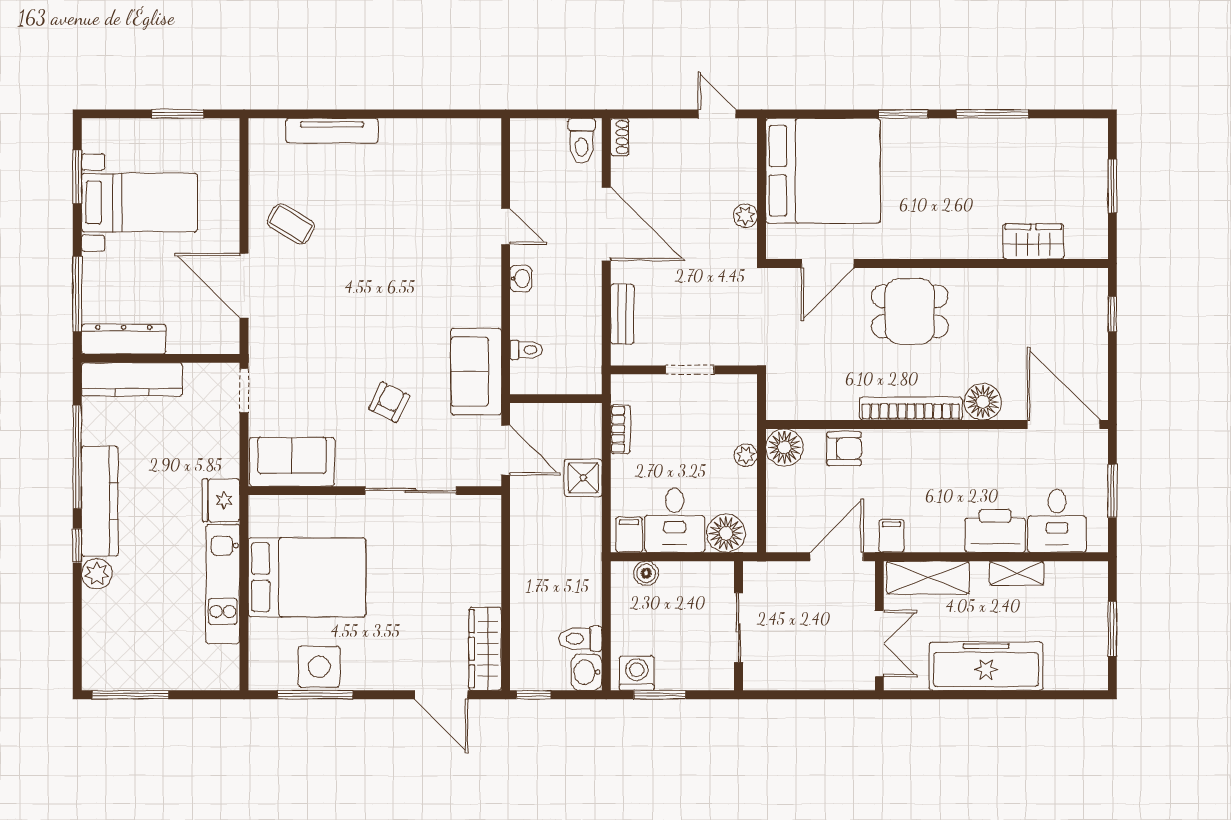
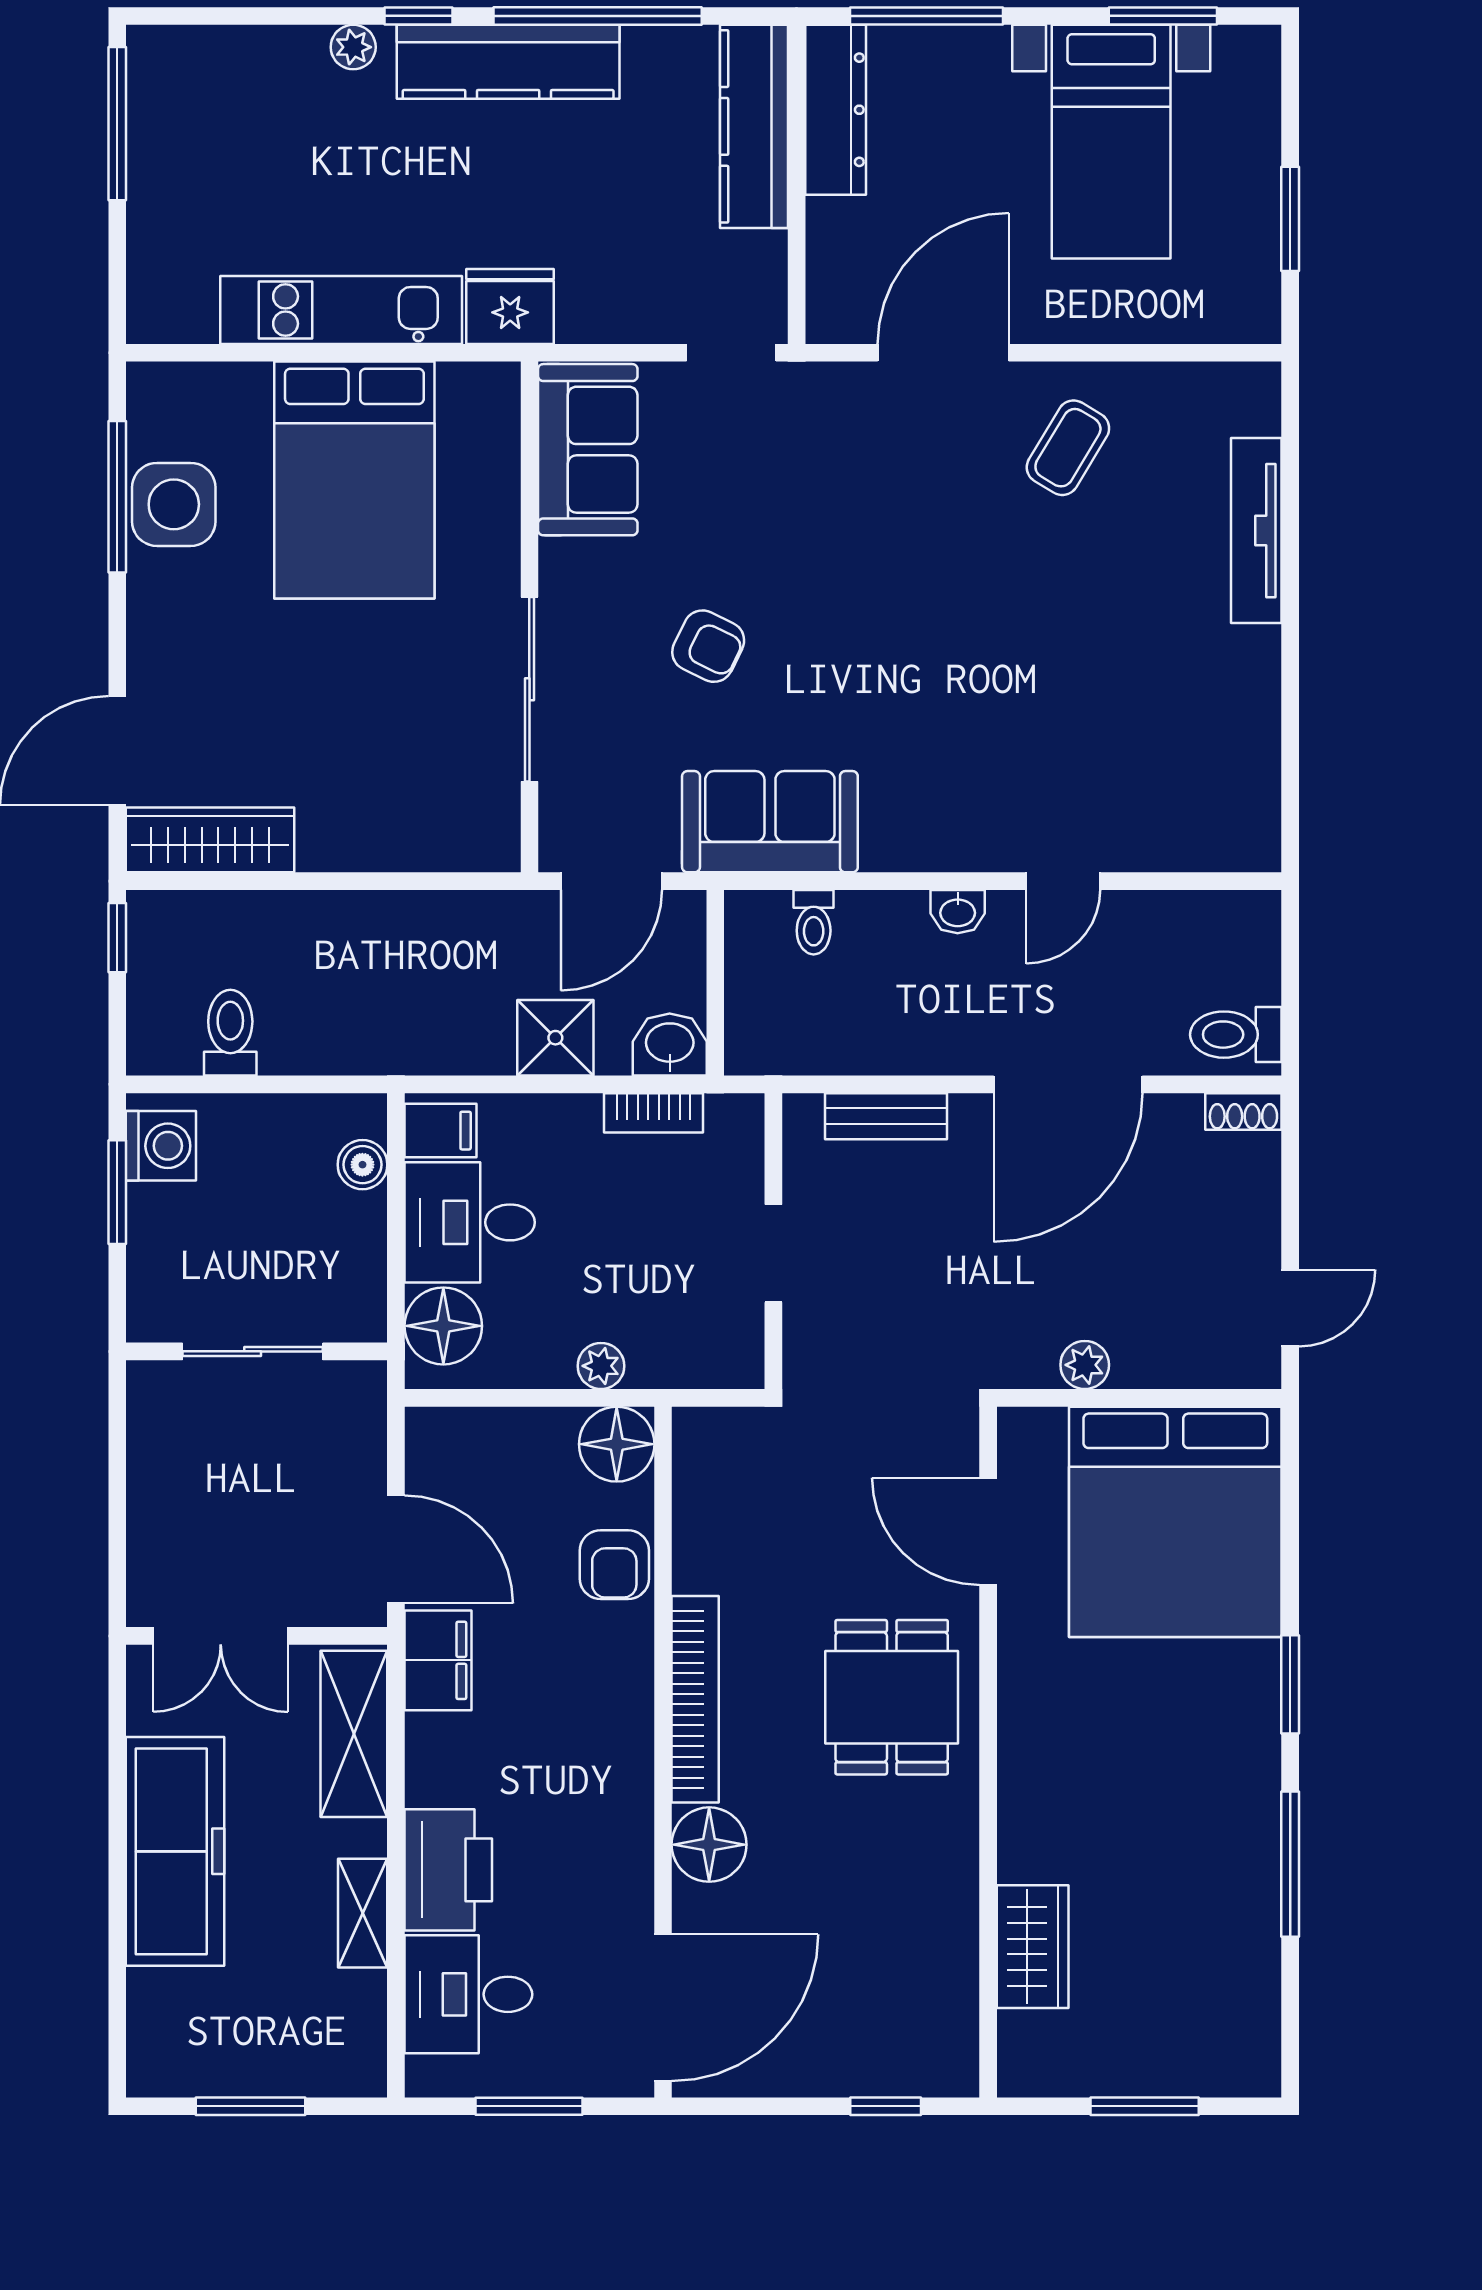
filing cabinet: (892, 536) -> (438, 1660), width x2.00
plant: (97, 574) -> (353, 47), width x0.73, depth x0.73
washbasin: (587, 672) -> (670, 1044), moved

